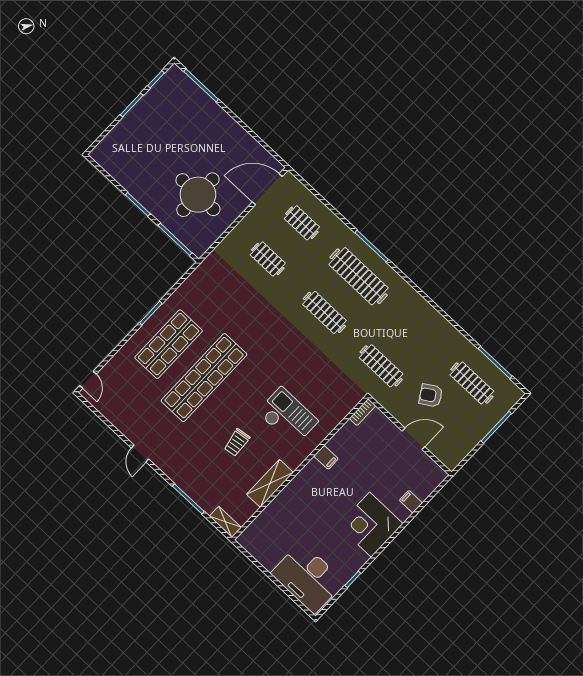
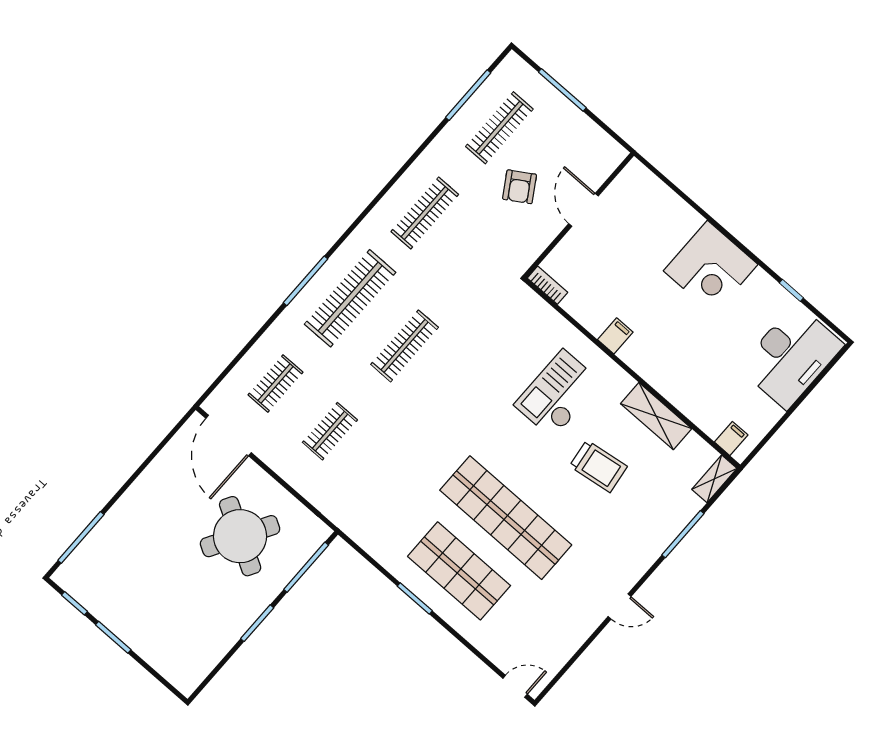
round table: (198, 195) -> (240, 536), turned 30
clothes rail: (381, 366) -> (425, 213), moved
trolley: (237, 442) -> (598, 466), width x1.36, depth x1.39
filing cabinet: (411, 502) -> (731, 438), moved, turned 180

